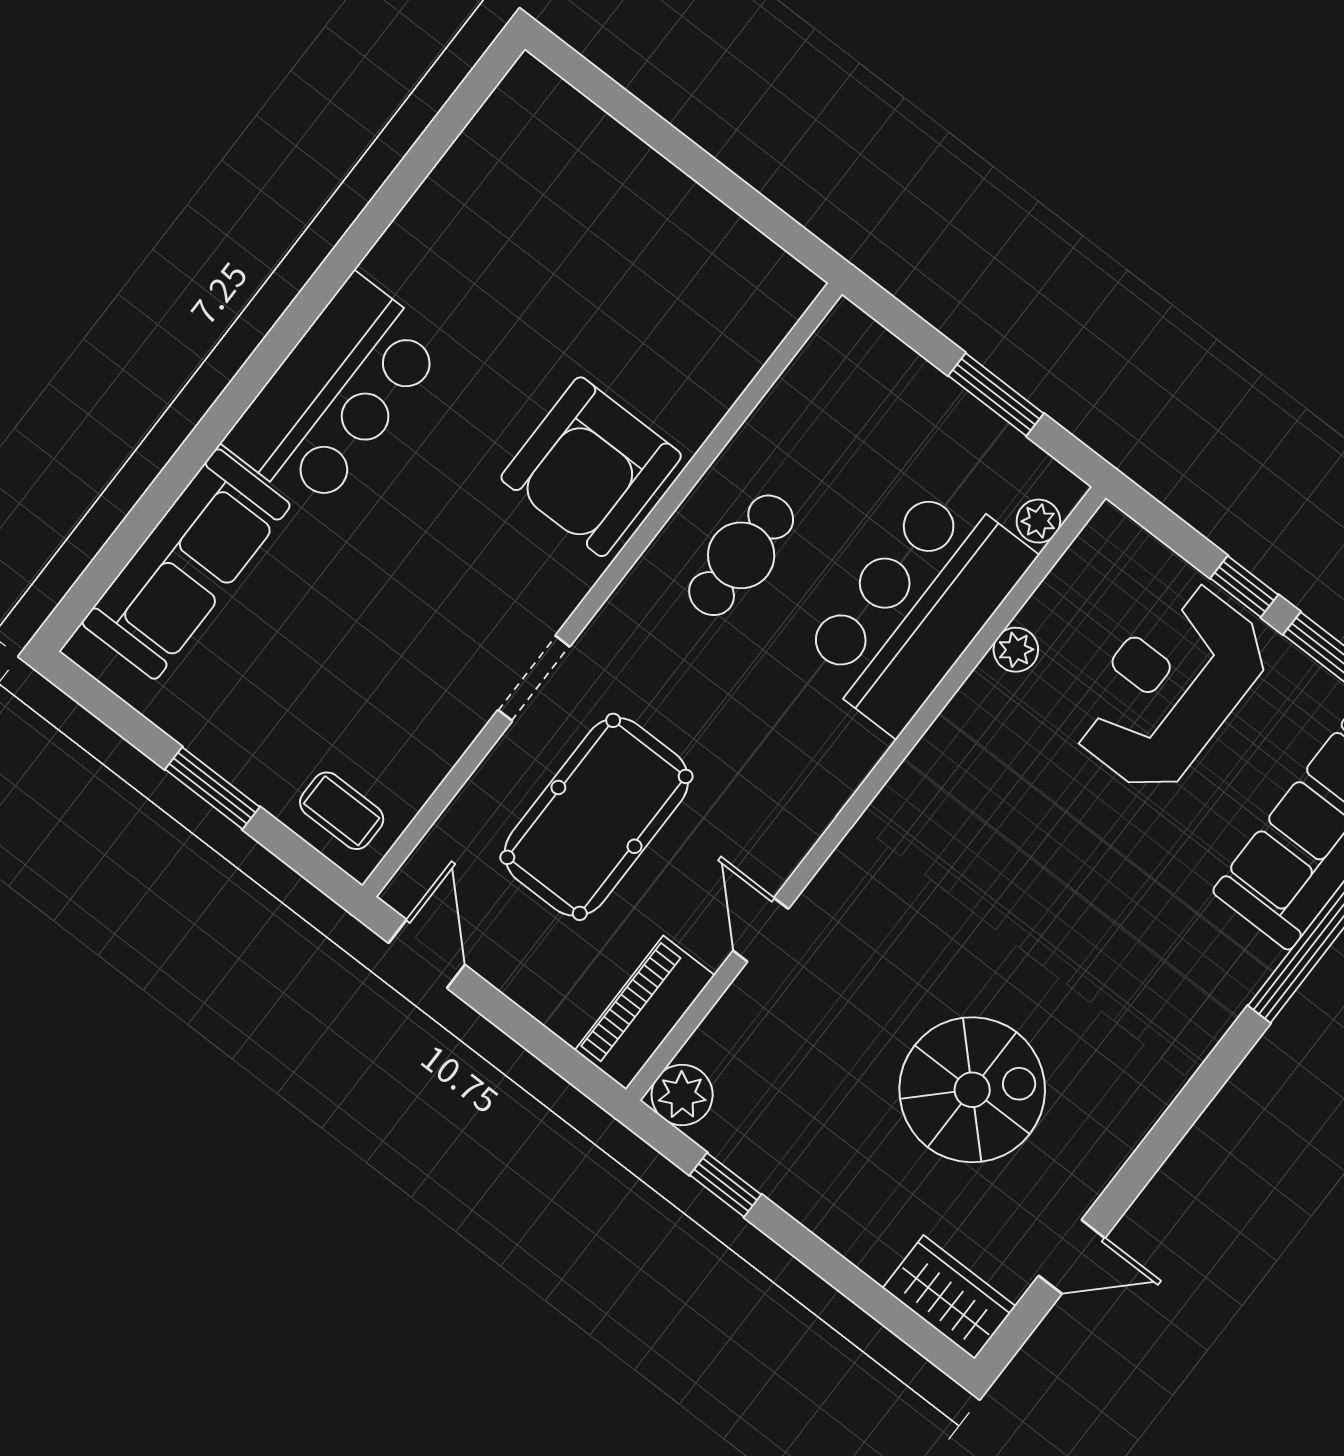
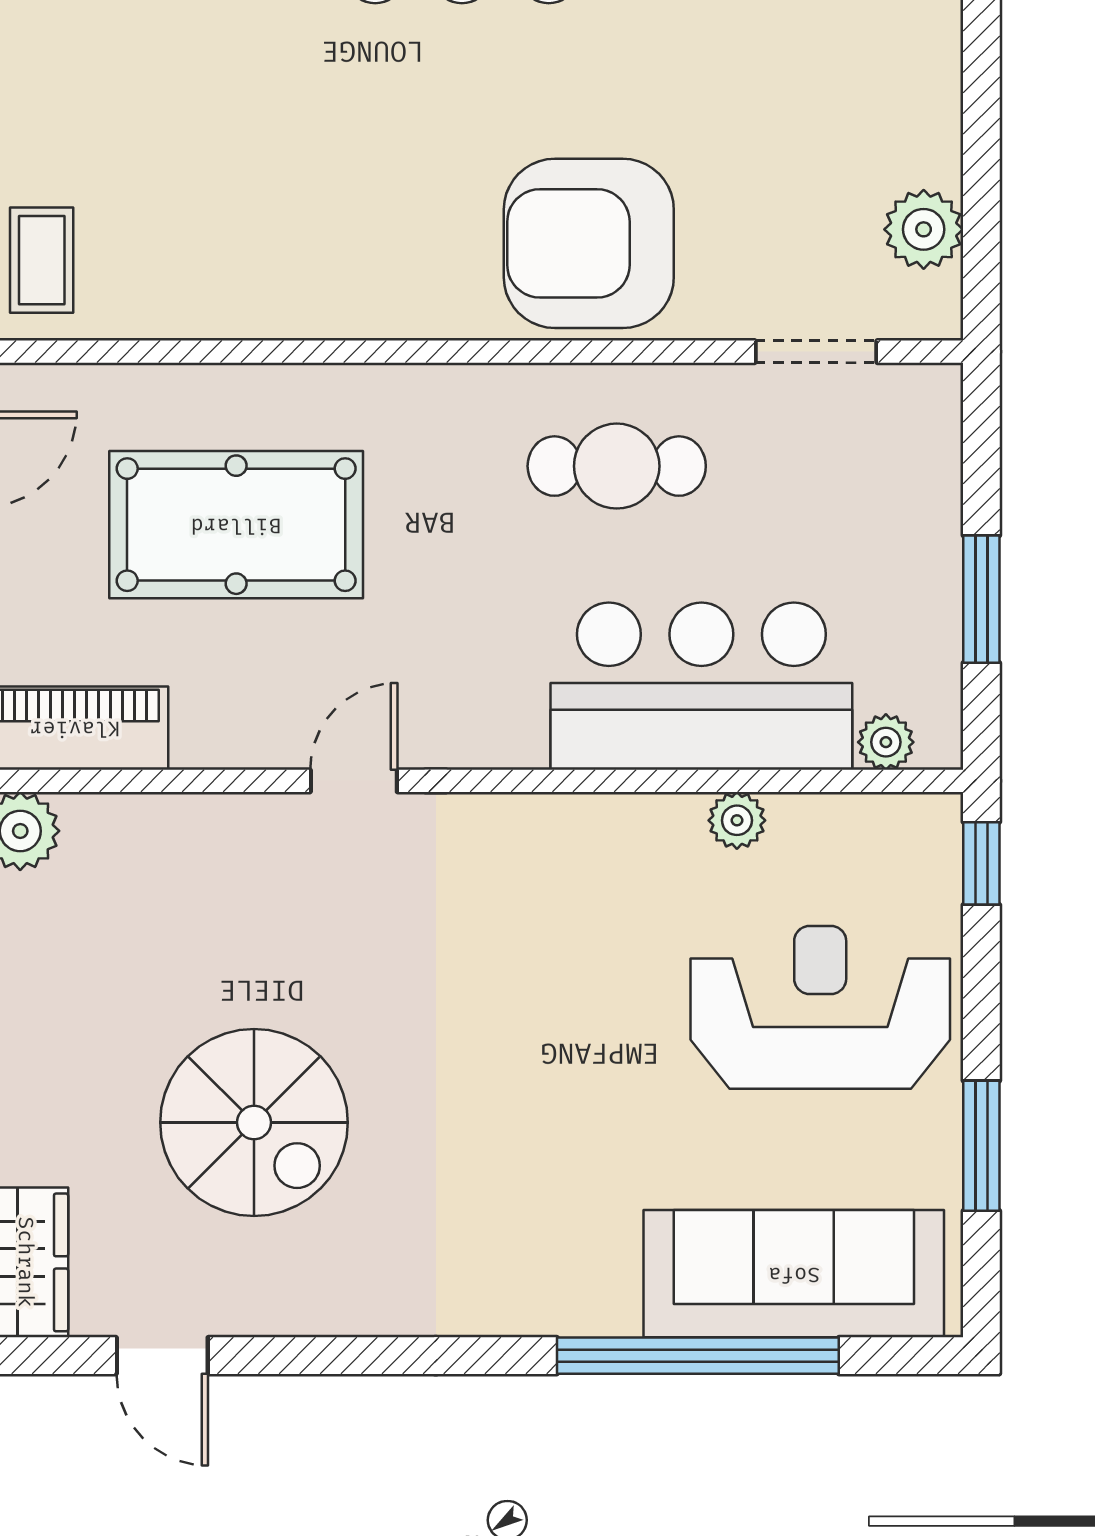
plant: (741, 254) -> (924, 229), added
window: (1244, 586) -> (981, 863), moved
doorway: (534, 678) -> (816, 352), moved
door: (761, 930) -> (354, 781), moved

